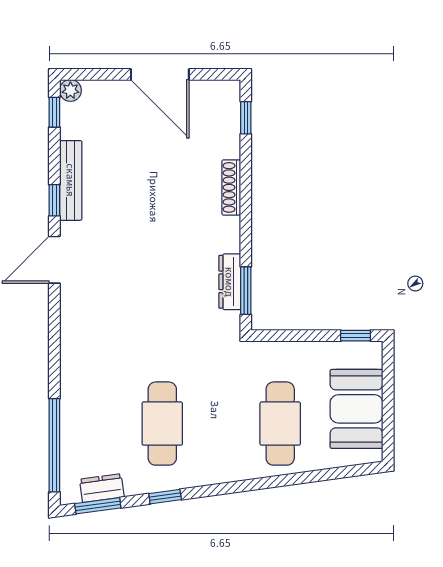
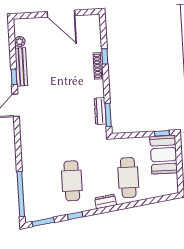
plant: (70, 90) -> (20, 42), moved
window: (54, 112) -> (12, 35), removed
window: (246, 118) -> (105, 56), moved
booth: (356, 409) -> (164, 155), moved
dresser: (102, 488) -> (105, 201), moved

